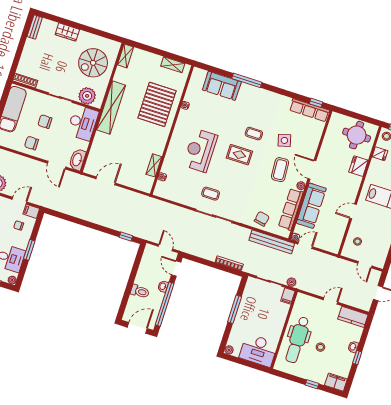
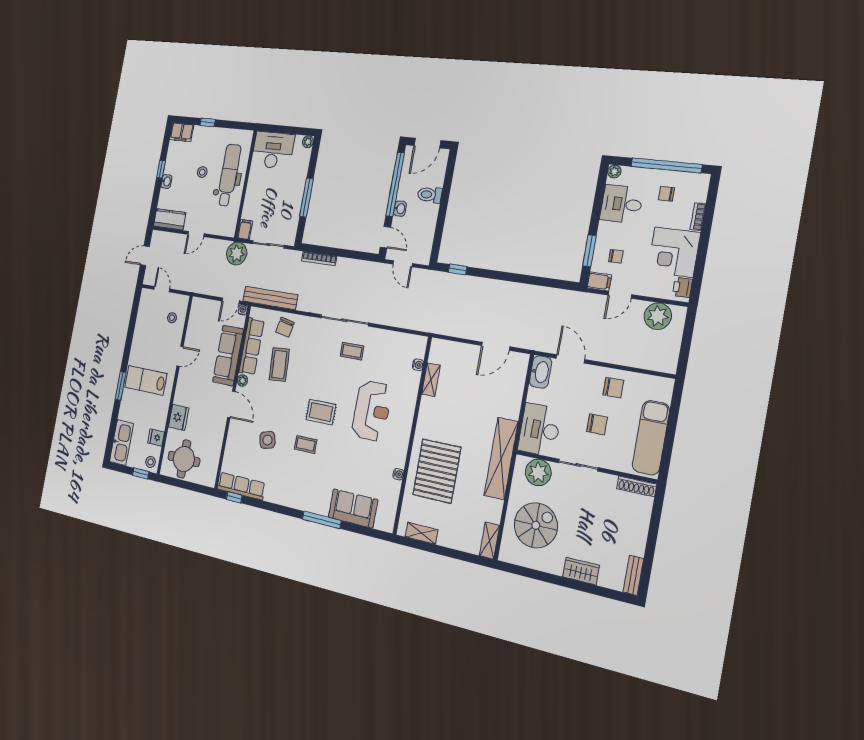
coffee table: (280, 170) -> (279, 364), moved
window: (29, 250) -> (589, 251), moved
plant: (292, 282) -> (237, 253), width x1.87, depth x1.87

